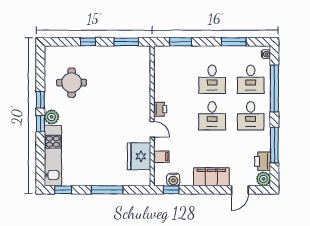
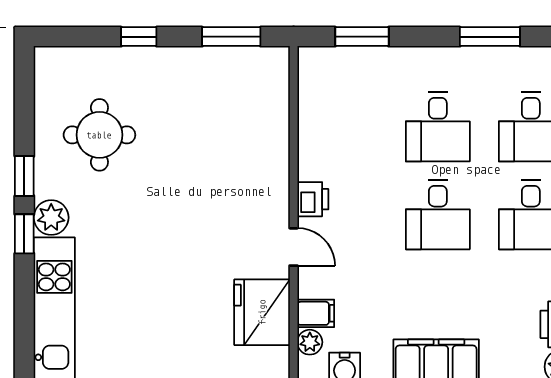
plant: (159, 169) -> (310, 342), added

